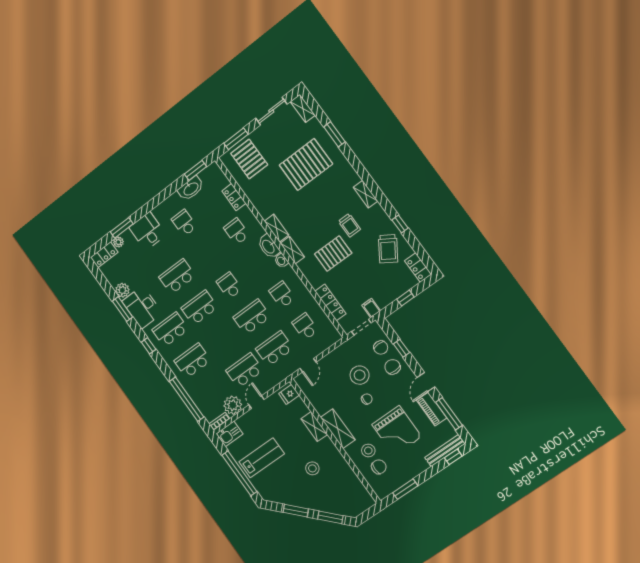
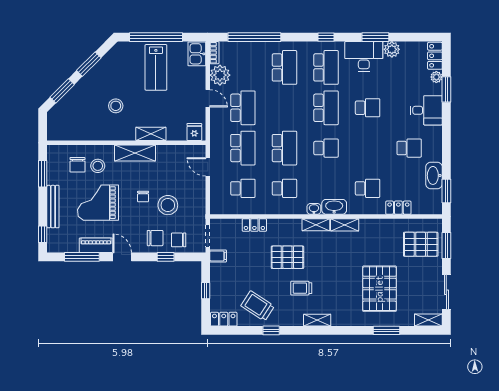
pallet: (333, 254) -> (287, 257), turned 90
school desk: (177, 276) -> (368, 108), width x0.54
locker: (330, 302) -> (254, 225), width x0.66
bench: (445, 450) -> (53, 207), moved

